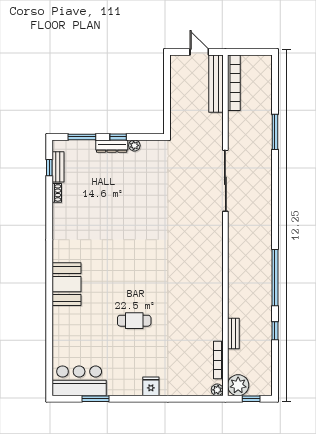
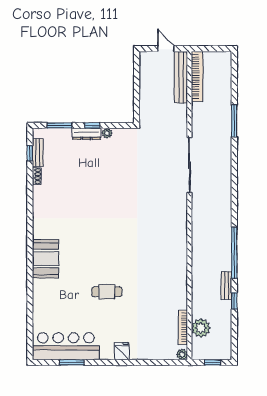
bench: (233, 334) -> (226, 286), moved
bar counter: (79, 381) -> (66, 346), width x1.36
plant: (238, 385) -> (201, 328), moved

